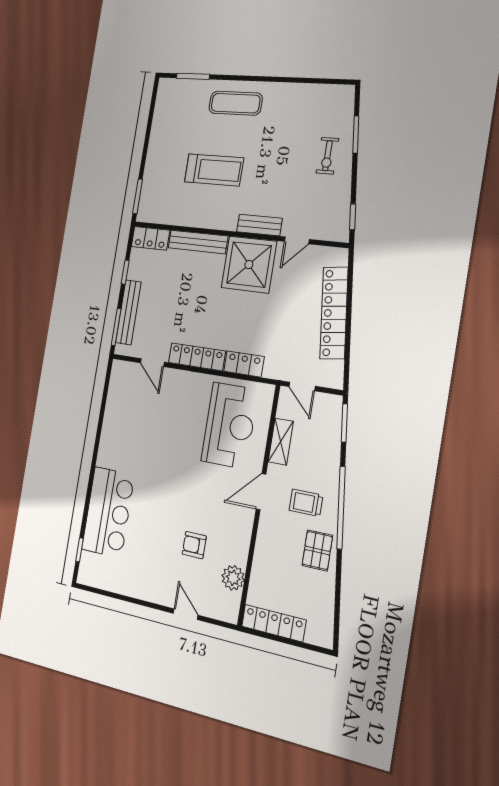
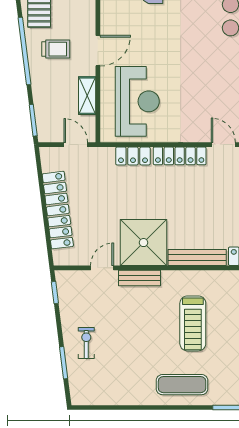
treadmill: (214, 170) -> (193, 323), turned -90
reception desk: (230, 425) -> (137, 101), turned 180

